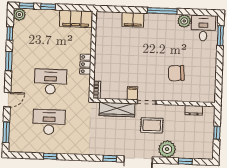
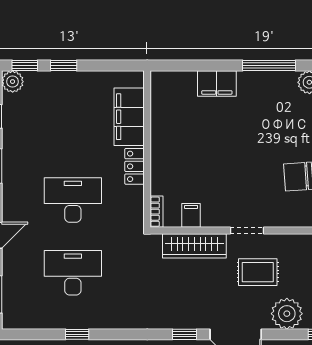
filing cabinet: (76, 19) -> (129, 117), moved, turned 90
filing cabinet: (132, 93) -> (191, 215), moved

